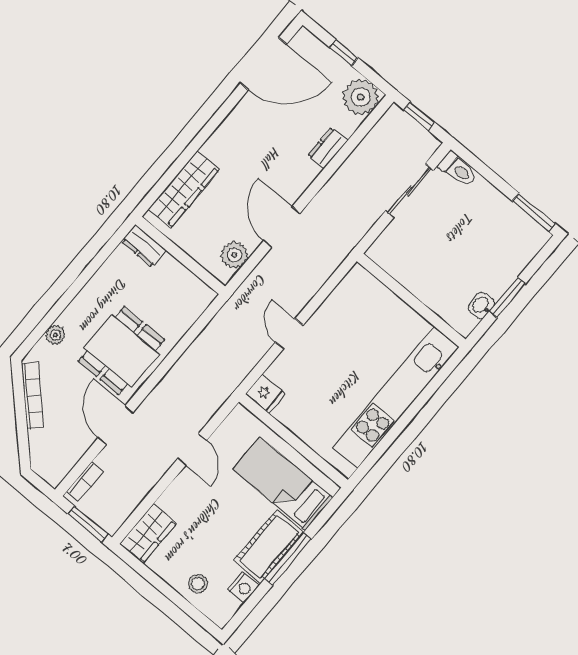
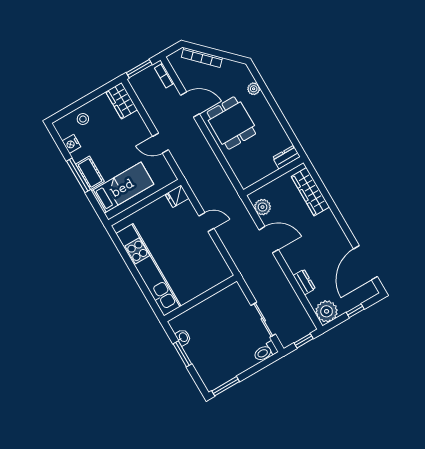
bookcase: (33, 395) -> (202, 57), moved
cot: (269, 546) -> (90, 173), width x0.73, depth x0.75

